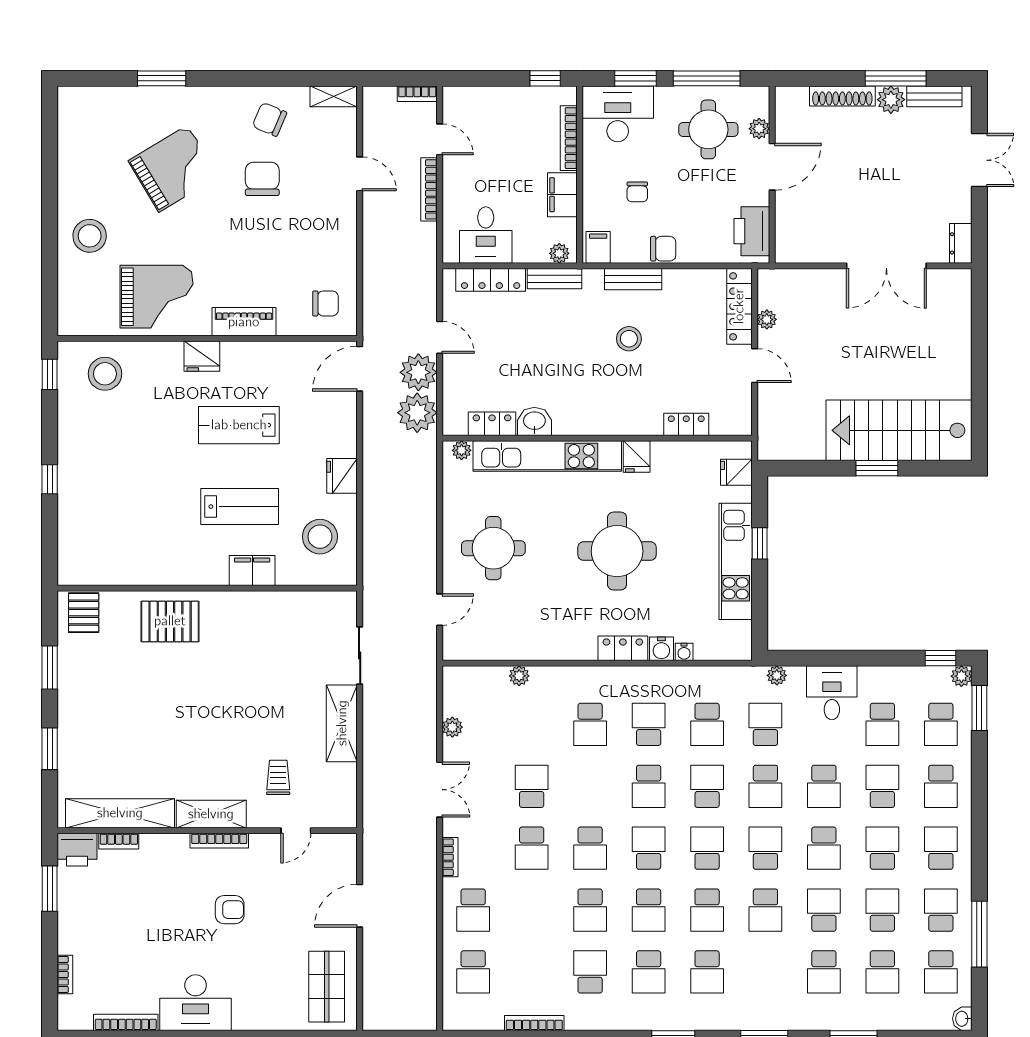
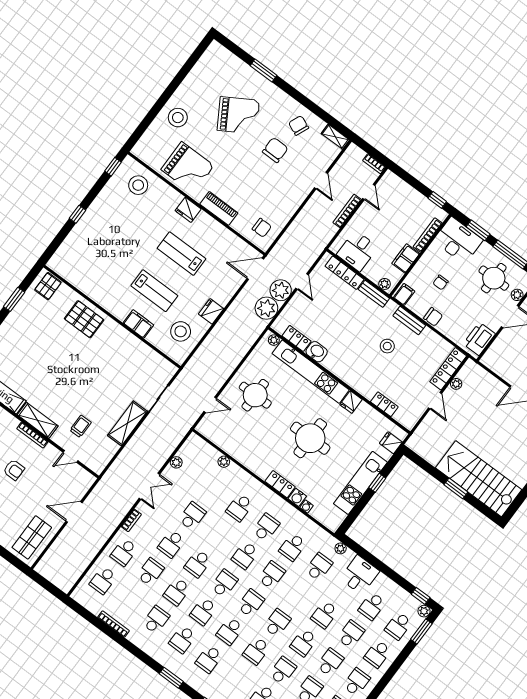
school desk: (765, 786) -> (150, 572), moved, turned 180

